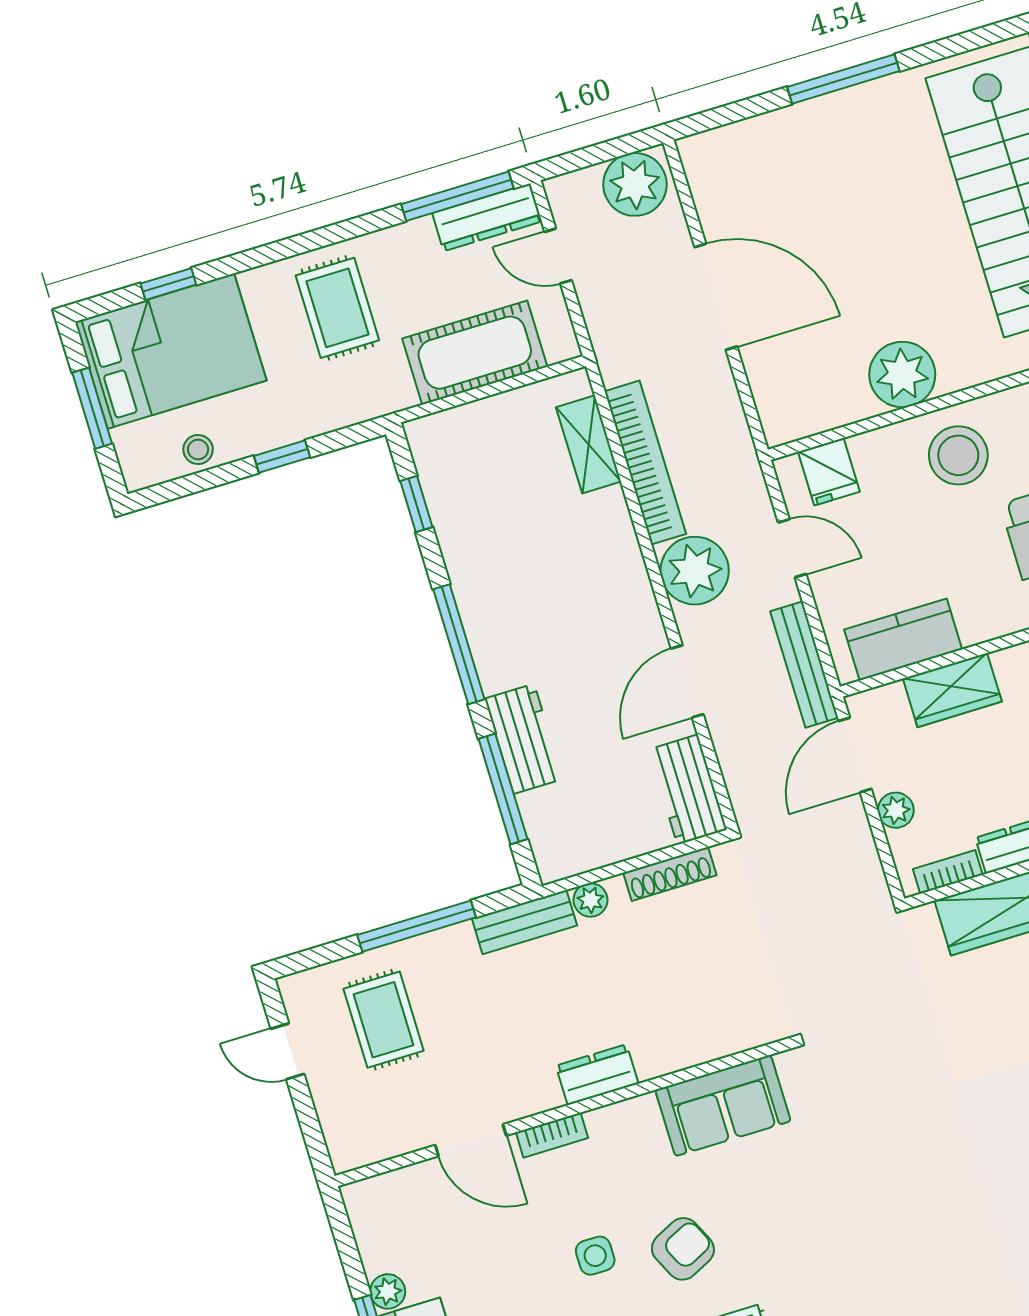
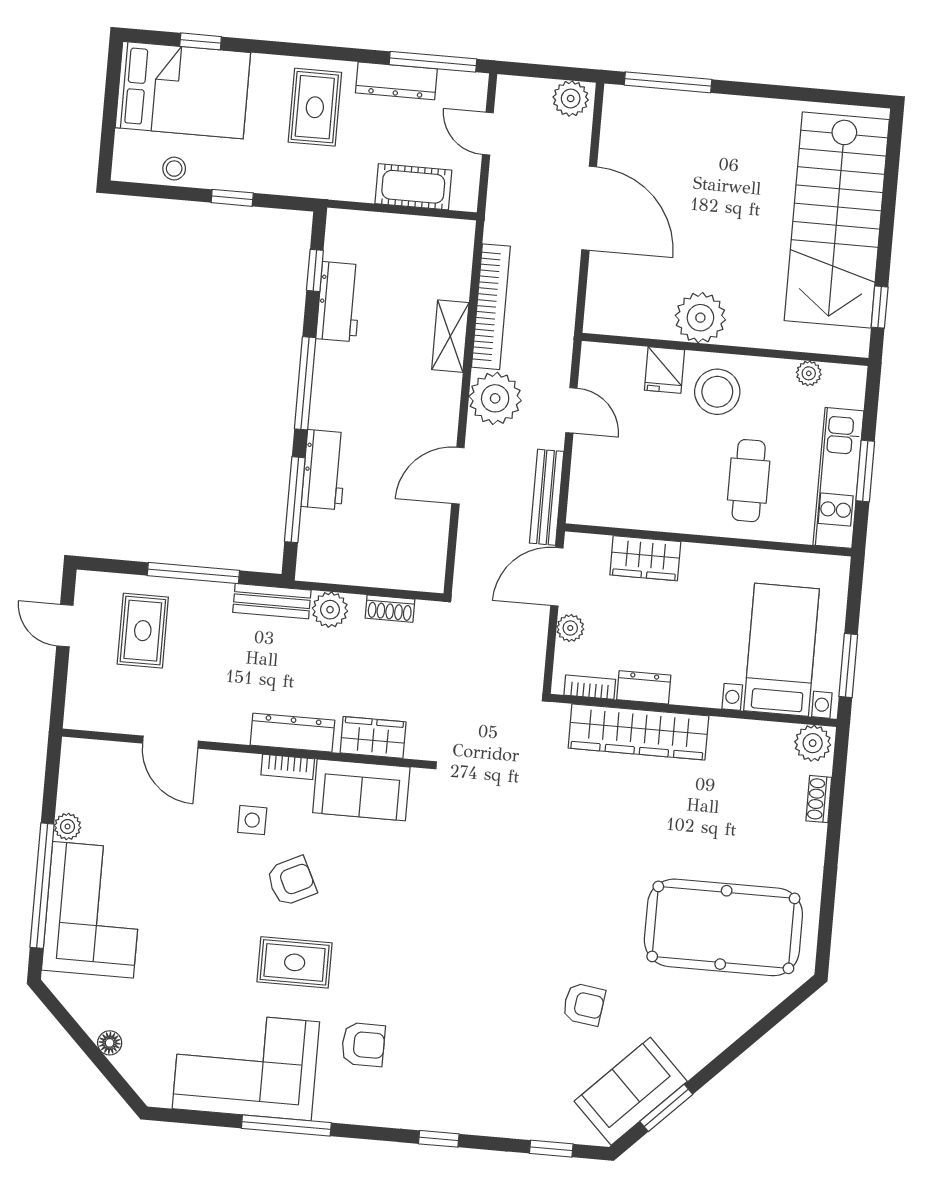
window: (843, 79) -> (668, 82), moved
plant: (635, 184) -> (571, 98), width x0.73, depth x0.73
dresser: (487, 217) -> (396, 81), moved
cot: (475, 353) -> (413, 187), width x0.73, depth x0.75
window: (92, 408) -> (110, 108), removed
shelving: (589, 444) -> (450, 336), moved
fridge: (829, 472) -> (664, 370), moved
kitchen counter: (903, 640) -> (625, 508), removed
workbench: (688, 790) -> (339, 302), moved, turned 180
shoe rack: (670, 874) -> (390, 609), width x0.70
plant: (590, 900) -> (330, 610), width x1.38, depth x1.38
wardrobe: (712, 1037) -> (373, 737), added
dresser: (597, 1075) -> (292, 733), width x1.44
bookcase: (552, 1135) -> (288, 767), moved
side table: (595, 1256) -> (252, 820), moved

